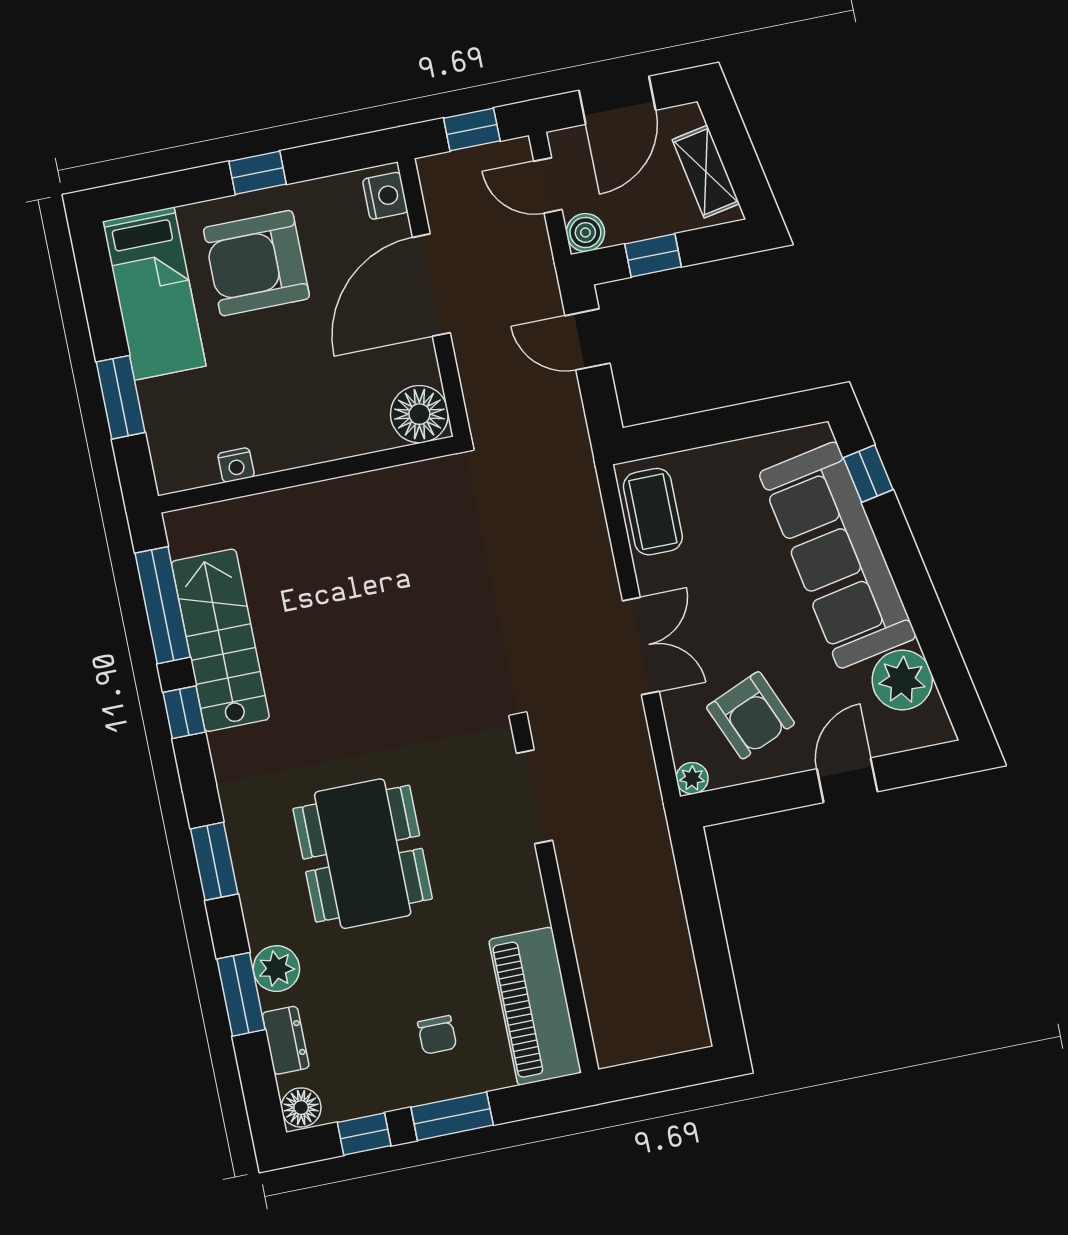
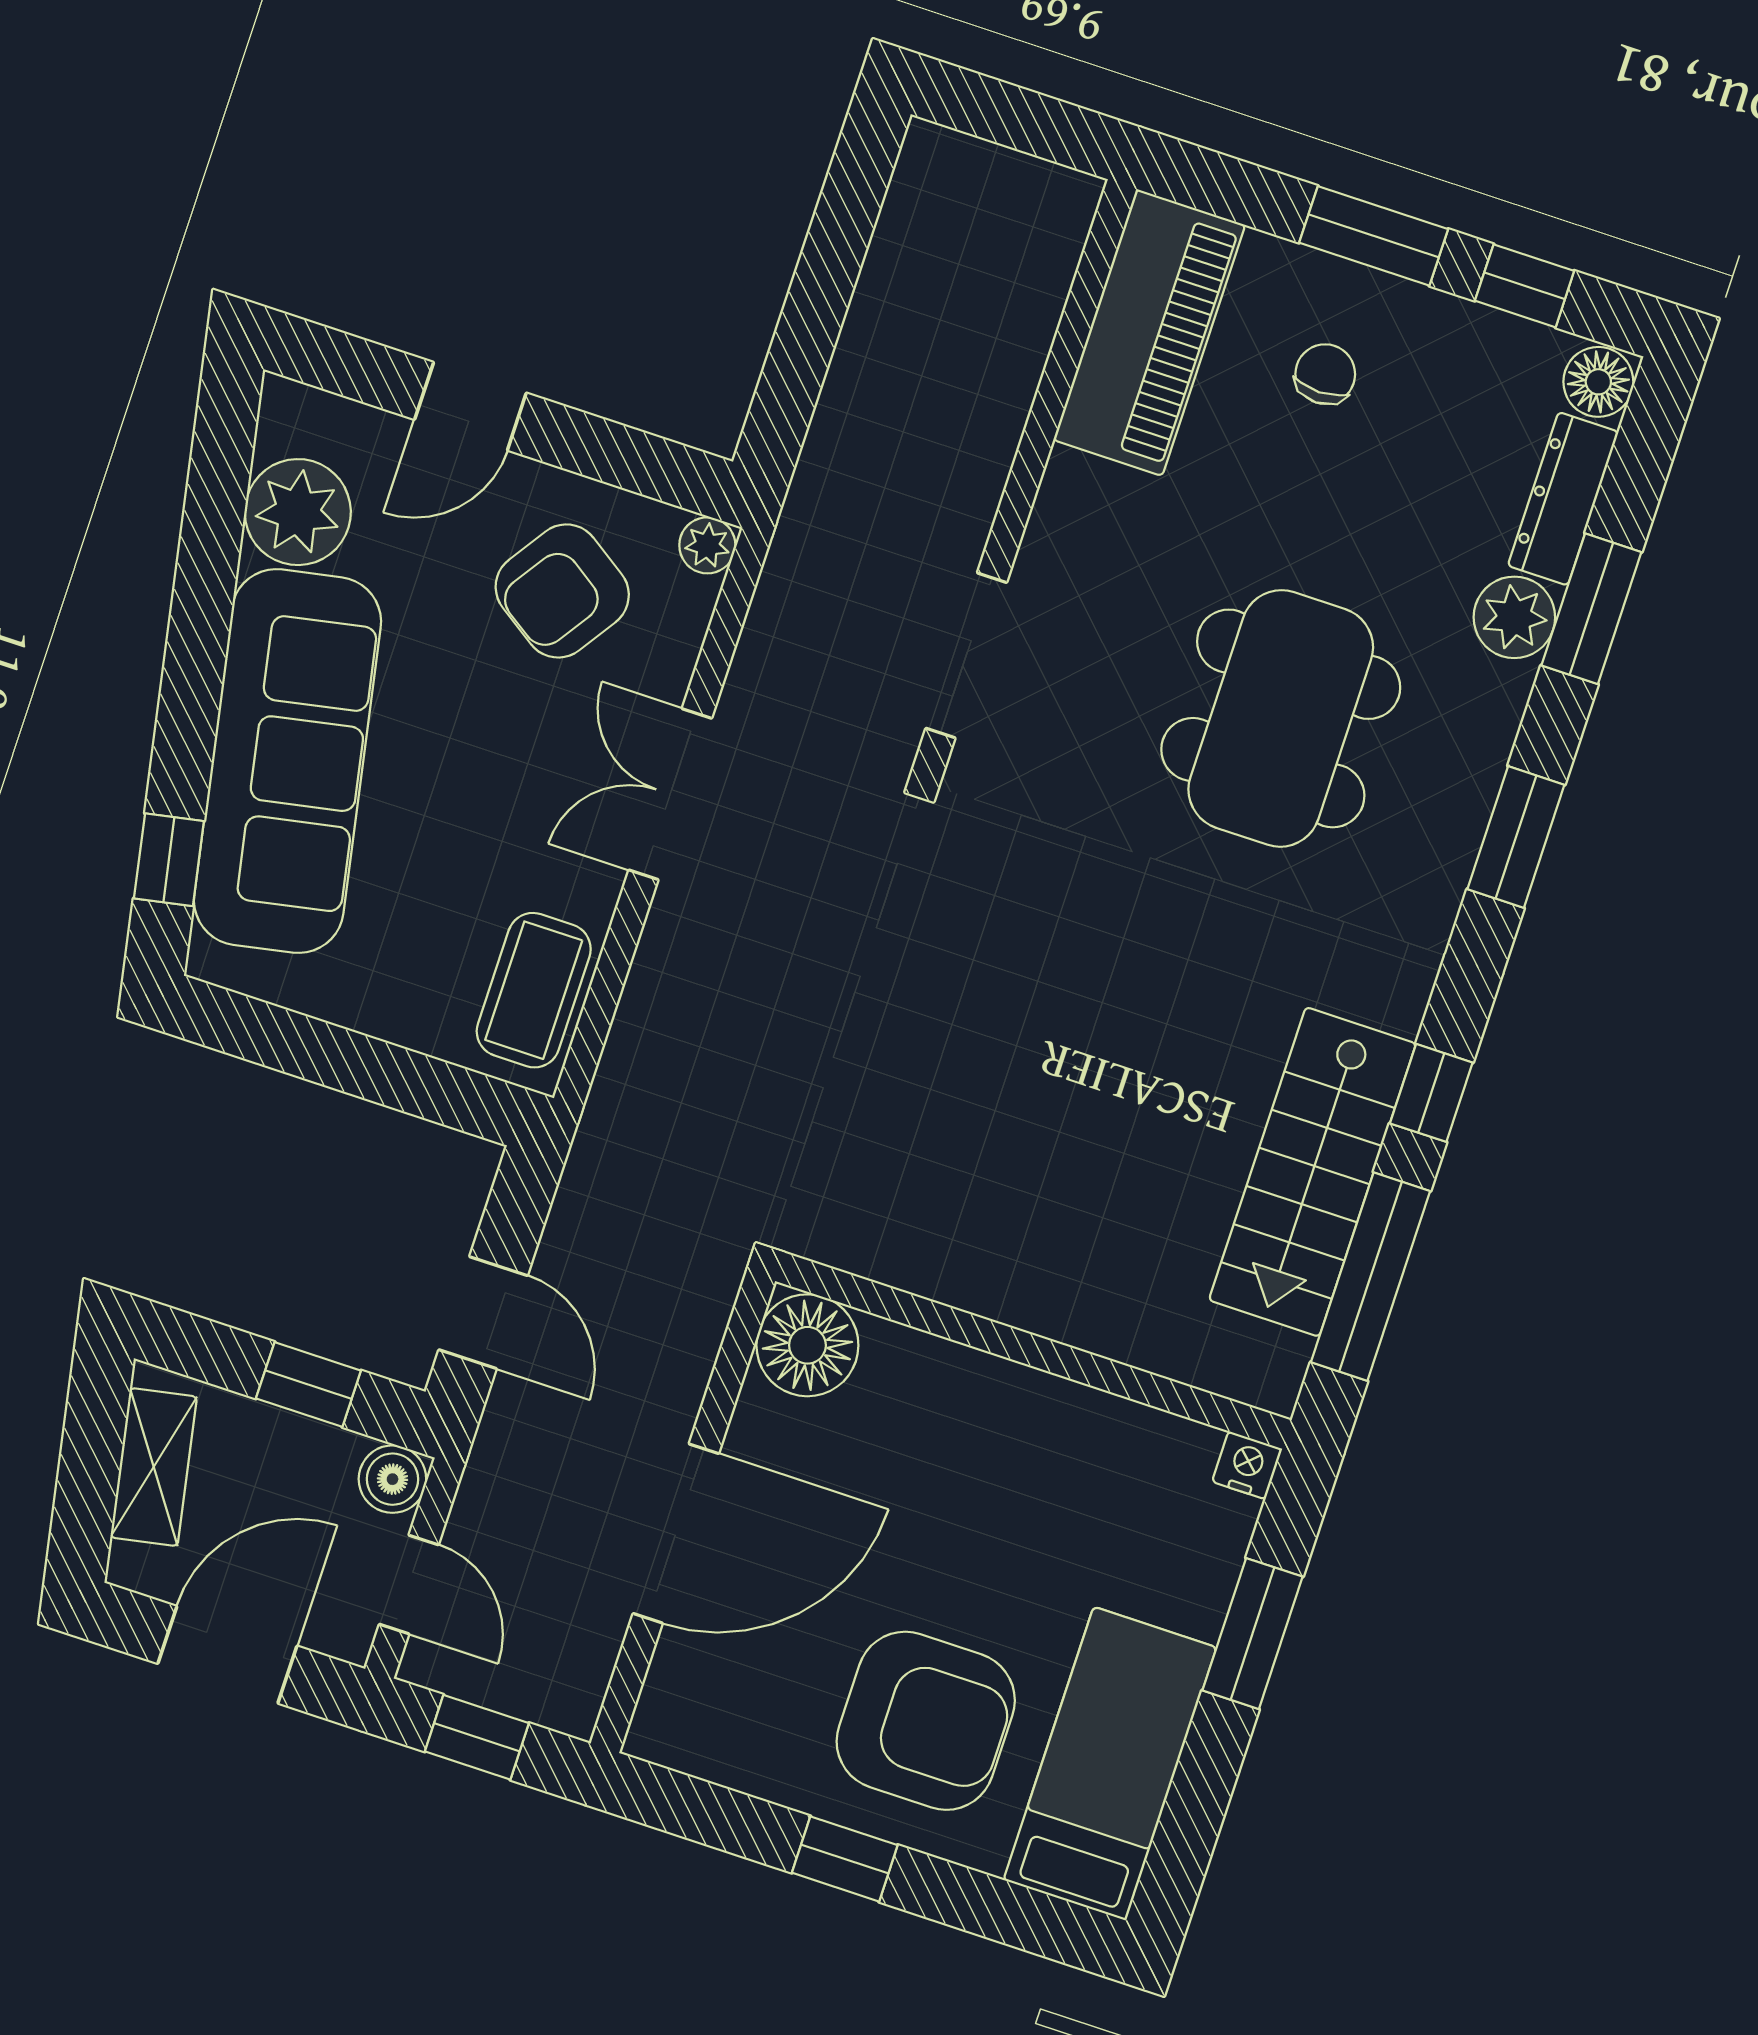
nightstand: (385, 196) -> (669, 1711), removed
nightstand: (236, 465) -> (1247, 1465), moved
armchair: (751, 715) -> (562, 591), turned -123
dresser: (286, 1040) -> (1563, 499), width x1.44

